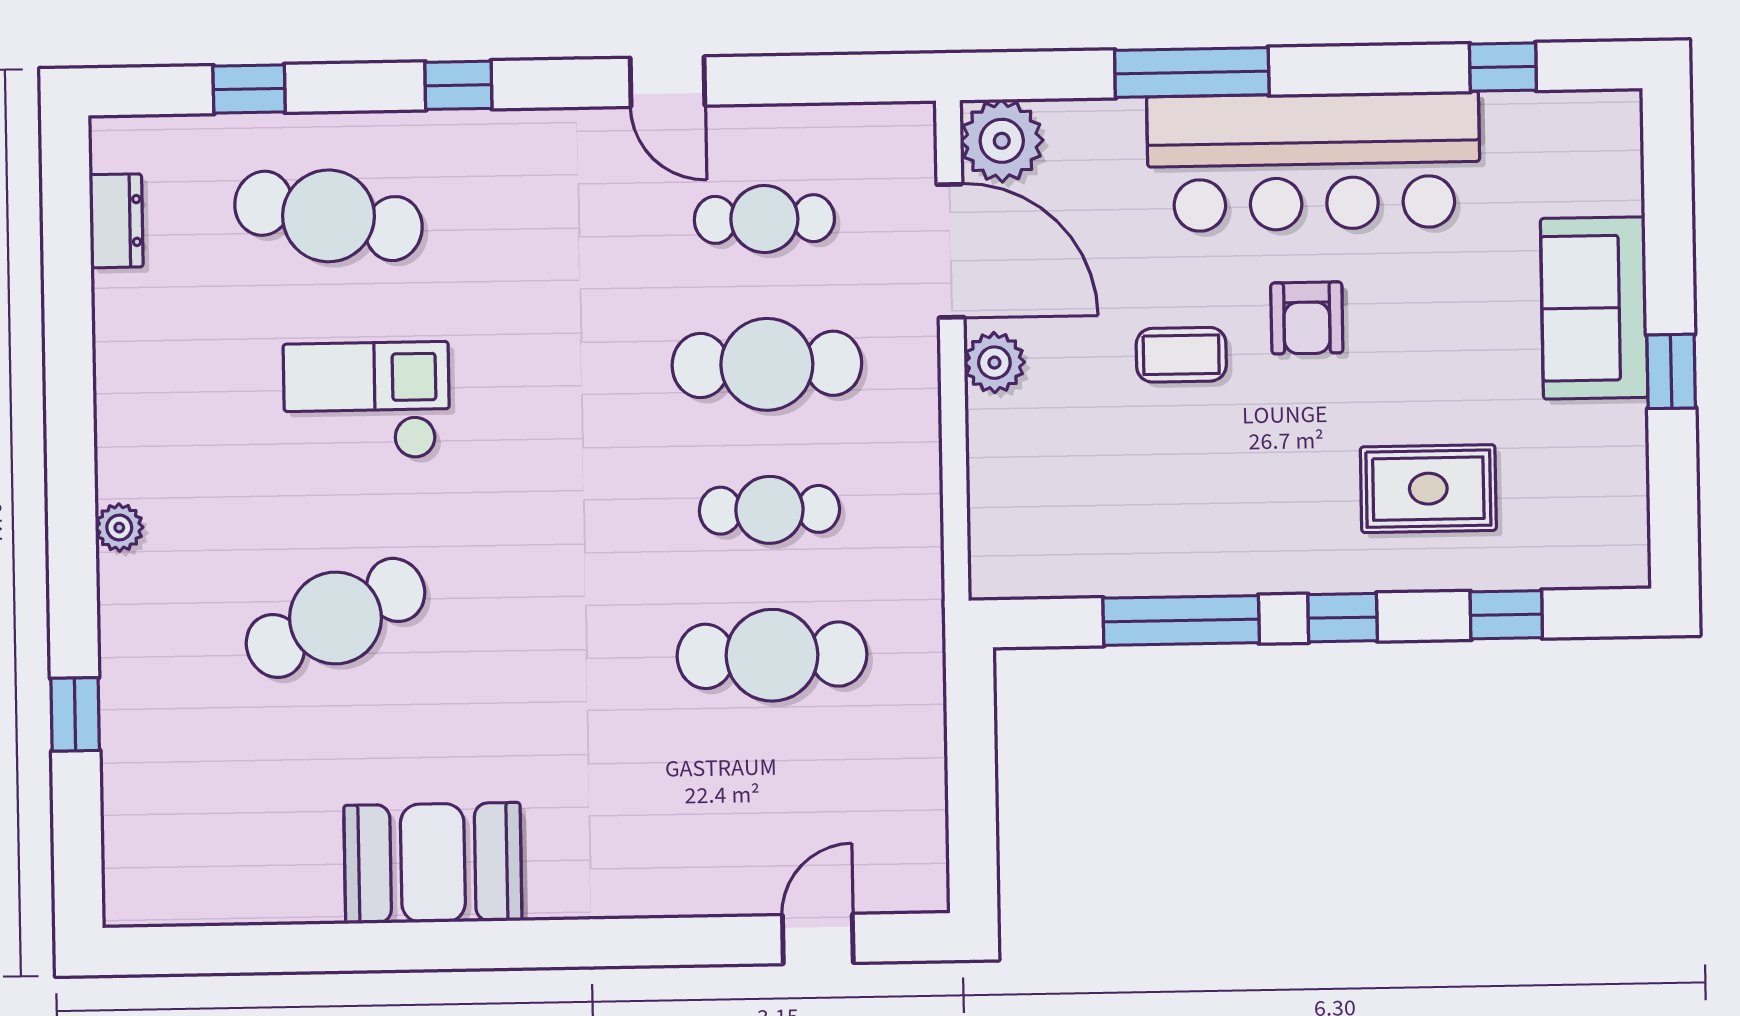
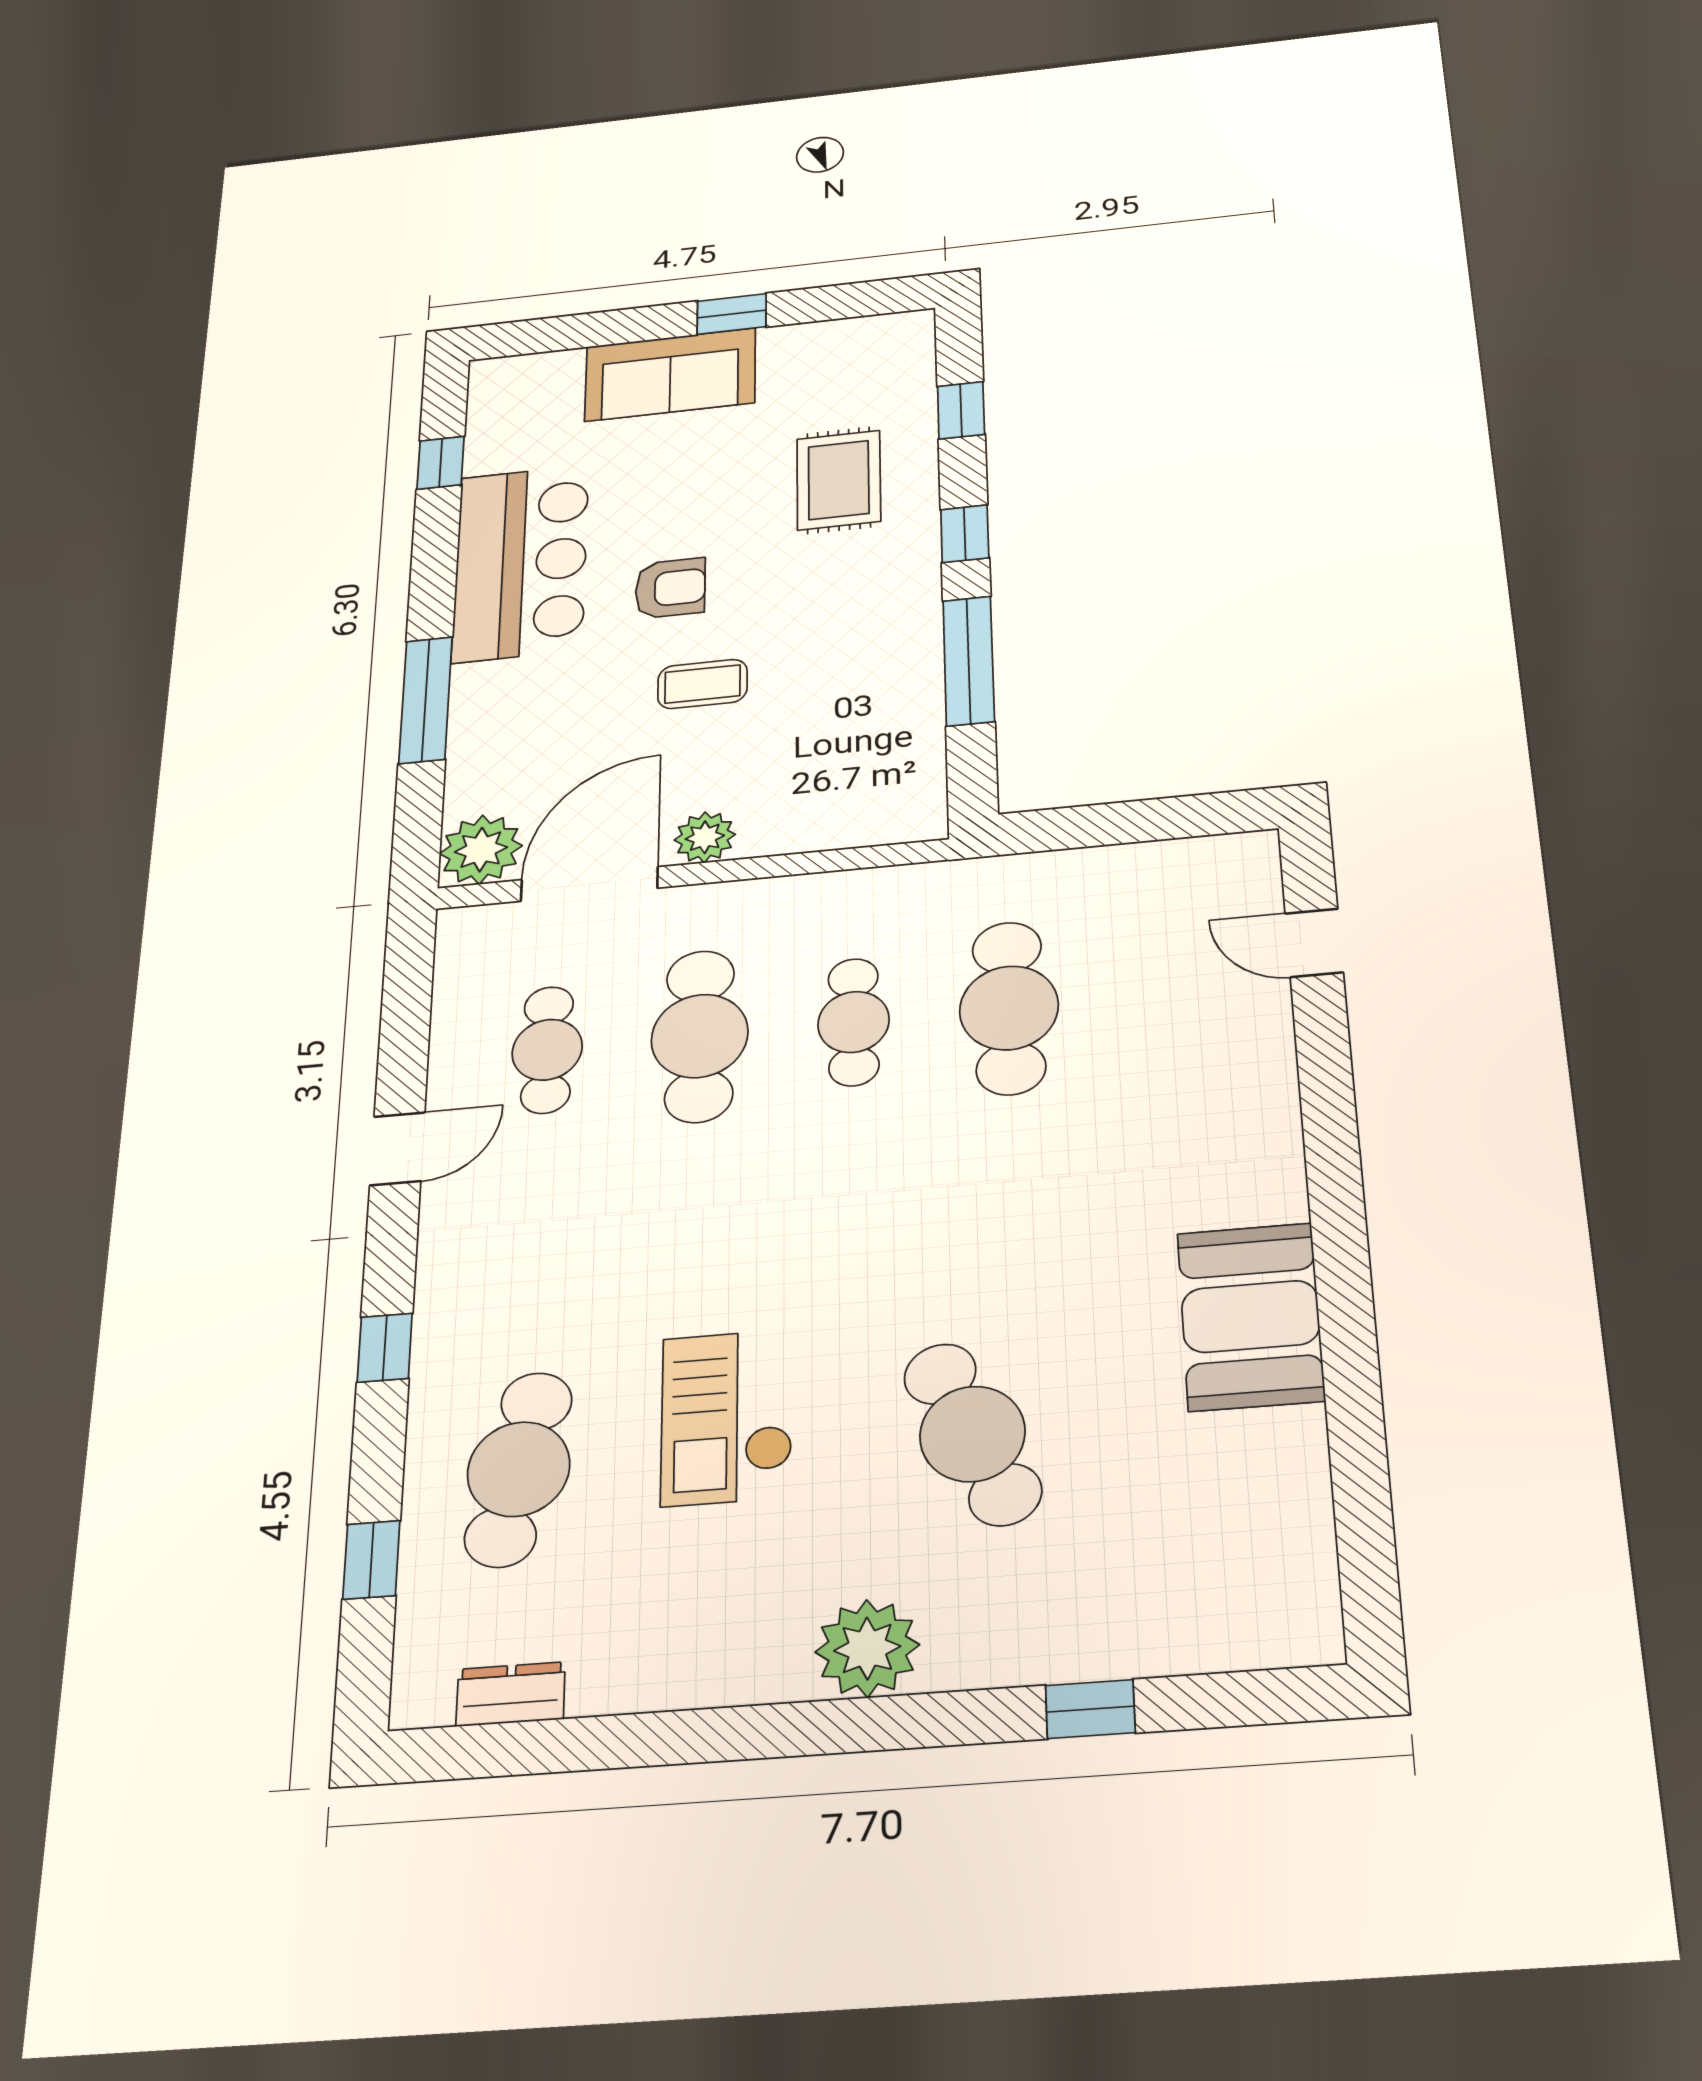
bar counter: (1314, 162) -> (521, 563), width x0.73
coffee table: (1181, 355) -> (702, 684), turned 90
plant: (119, 528) -> (867, 1648), width x1.88, depth x1.88

